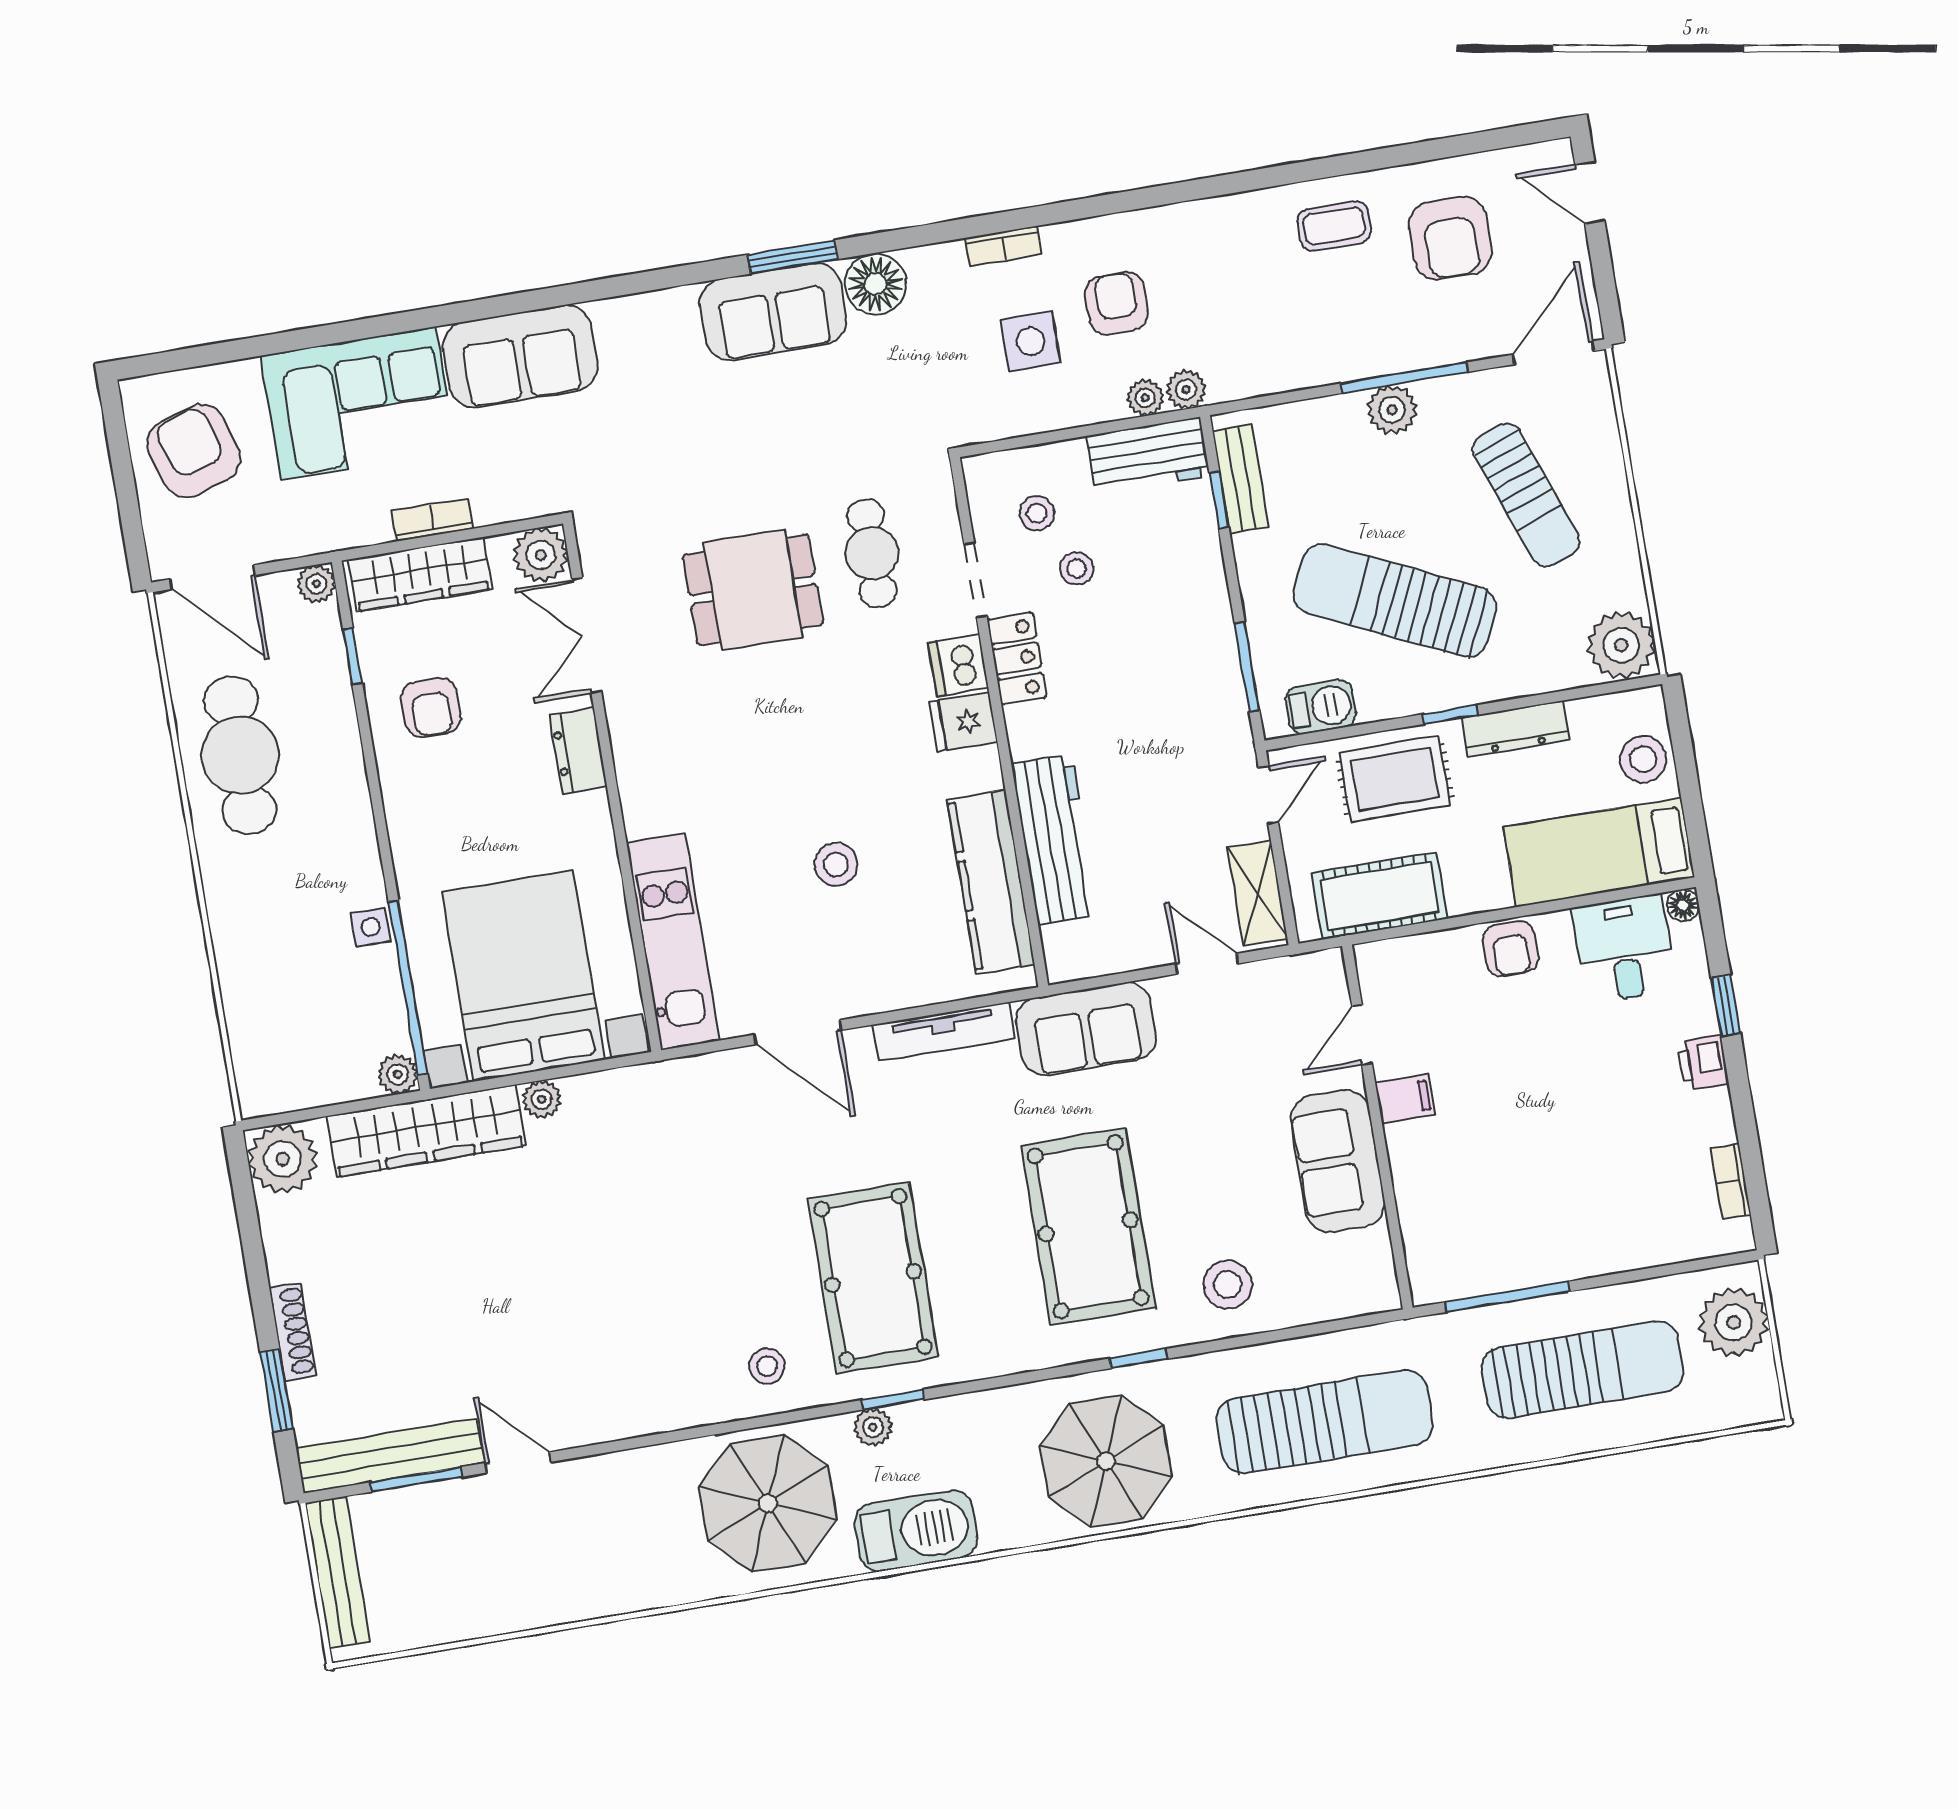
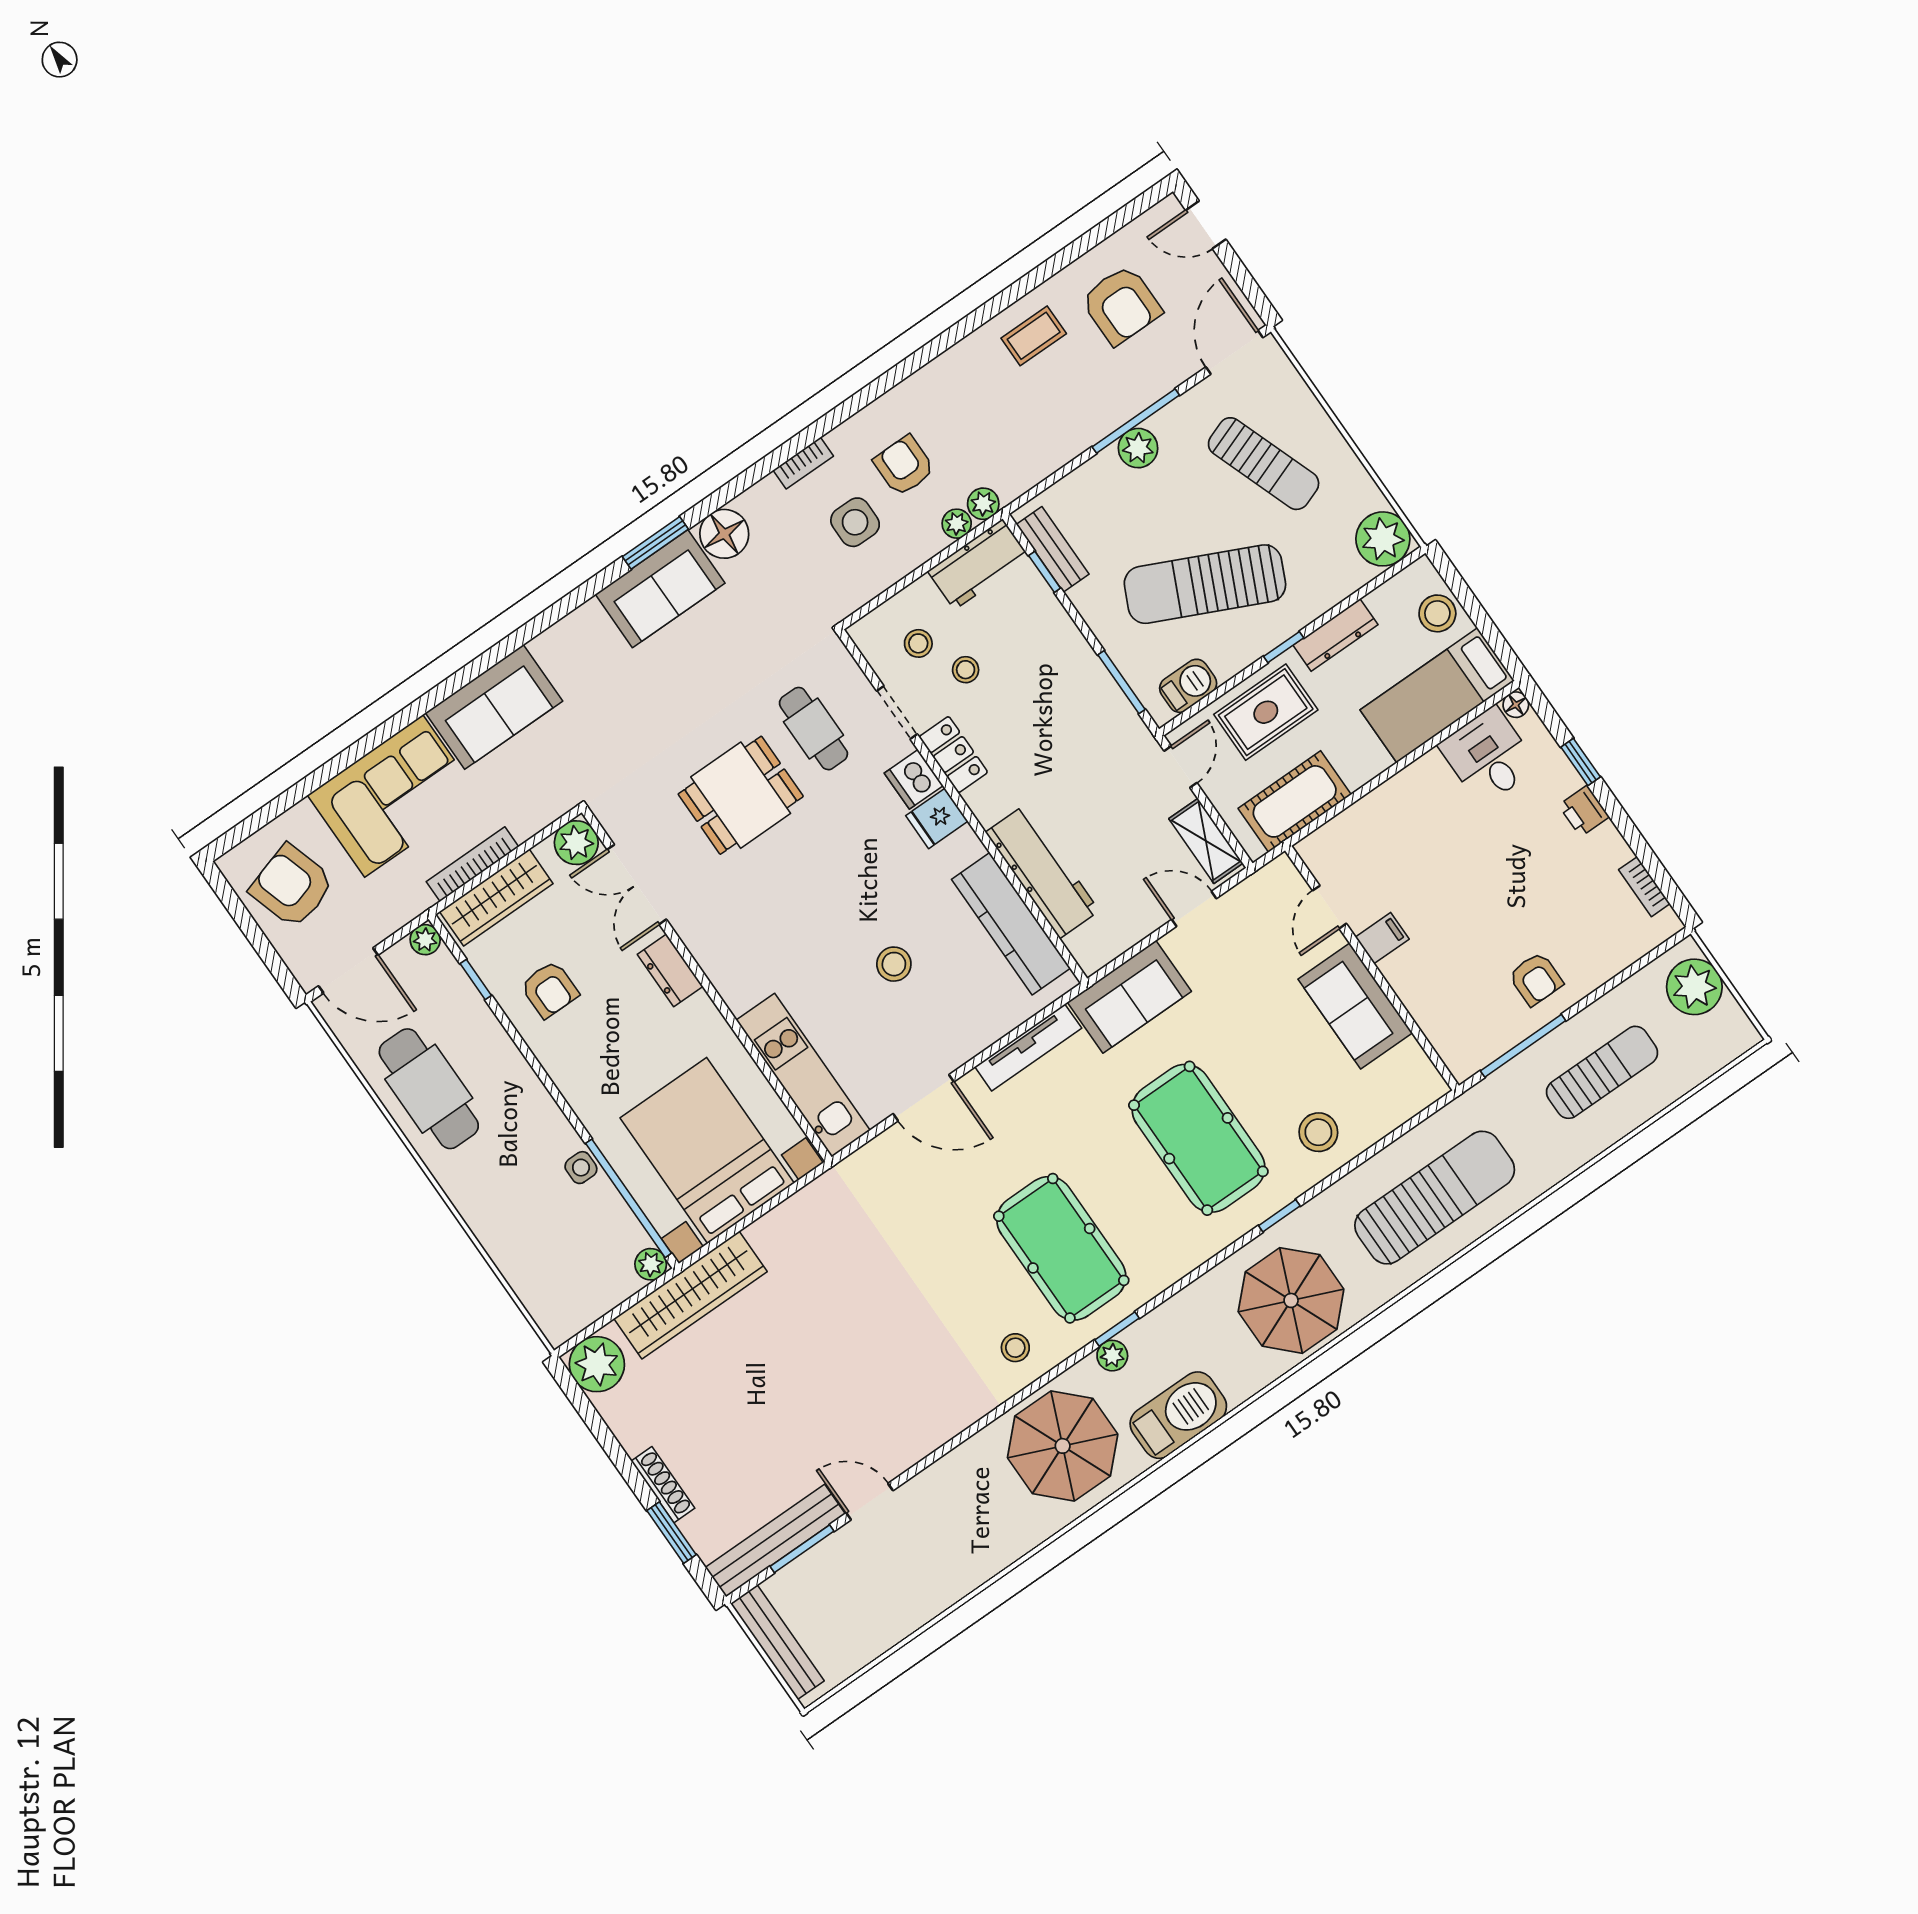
bookcase: (432, 520) -> (472, 864), width x1.56
armchair: (1511, 949) -> (1536, 979), moved
plant: (542, 1099) -> (763, 1233), removed
sun lounger: (1583, 1370) -> (1602, 1072), width x0.73, depth x0.75

